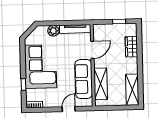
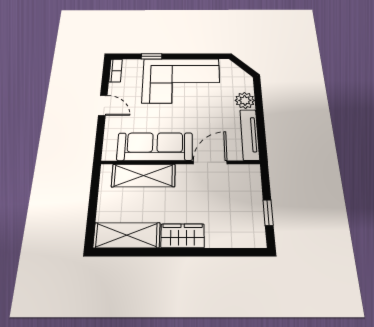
wardrobe: (131, 47) -> (183, 236), moved
door: (92, 50) -> (210, 162), swing flipped
door: (69, 109) -> (103, 105), moved

